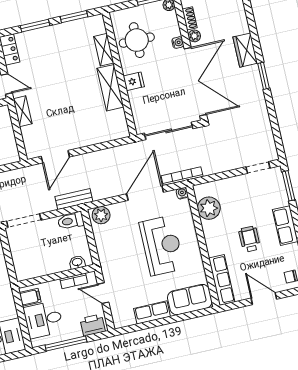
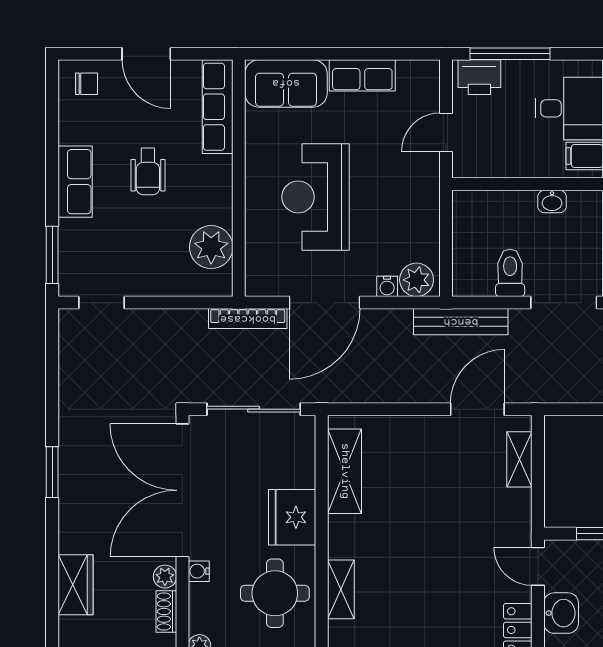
wardrobe: (245, 50) -> (75, 585), moved
fridge: (134, 81) -> (292, 517), width x1.88, depth x1.34
shelving: (110, 88) -> (345, 471), moved
shelving: (23, 111) -> (519, 459), moved
water cooler: (182, 193) -> (387, 286), moved
bench: (74, 199) -> (461, 322), width x1.36
toilet: (71, 221) -> (510, 273), moved, turned -90
washbasin: (77, 262) -> (552, 201), moved
bookcase: (74, 281) -> (496, 168), removed
door: (103, 293) -> (446, 132), swing flipped
window: (66, 344) -> (510, 54), moved

